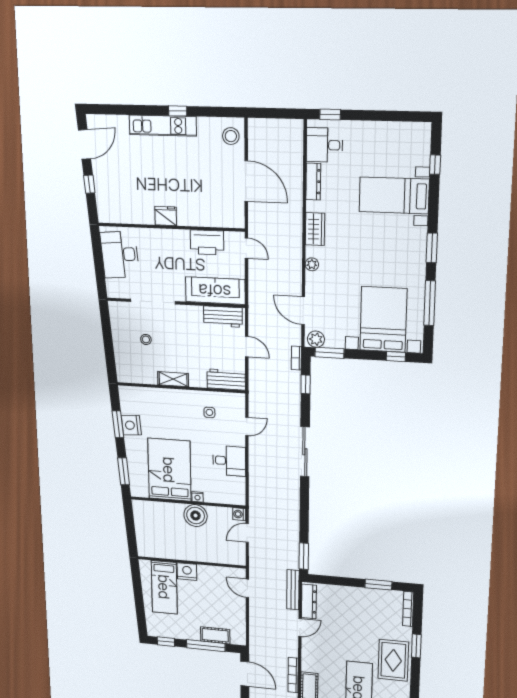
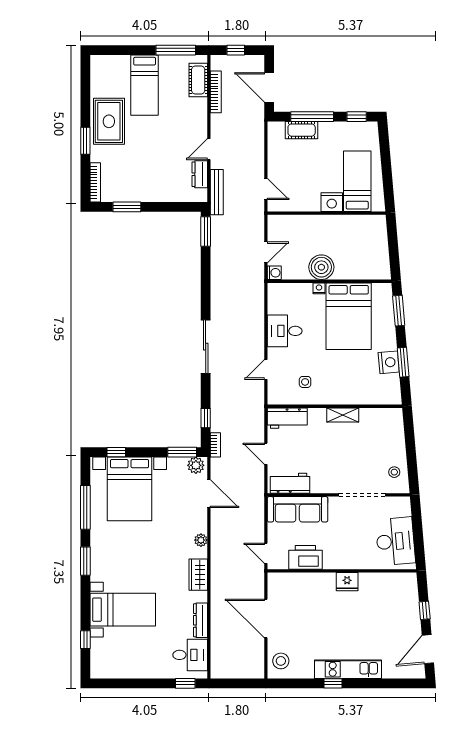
stool: (146, 339) -> (394, 472), moved
dresser: (309, 602) -> (200, 174), width x0.70

